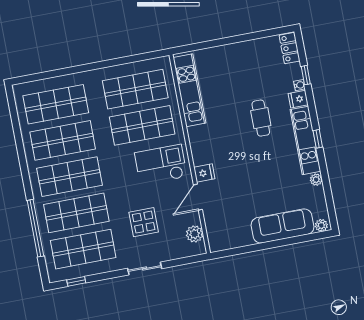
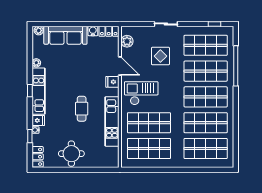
round table: (243, 61) -> (71, 154), added
kitchen unit: (189, 90) -> (112, 121), moved
cafe table: (261, 118) -> (82, 109), moved
checkout: (161, 165) -> (141, 93), turned 180
door: (198, 197) -> (120, 66), hinge flipped
water cooler: (245, 239) -> (93, 31), added
locker: (223, 243) -> (109, 31), added

